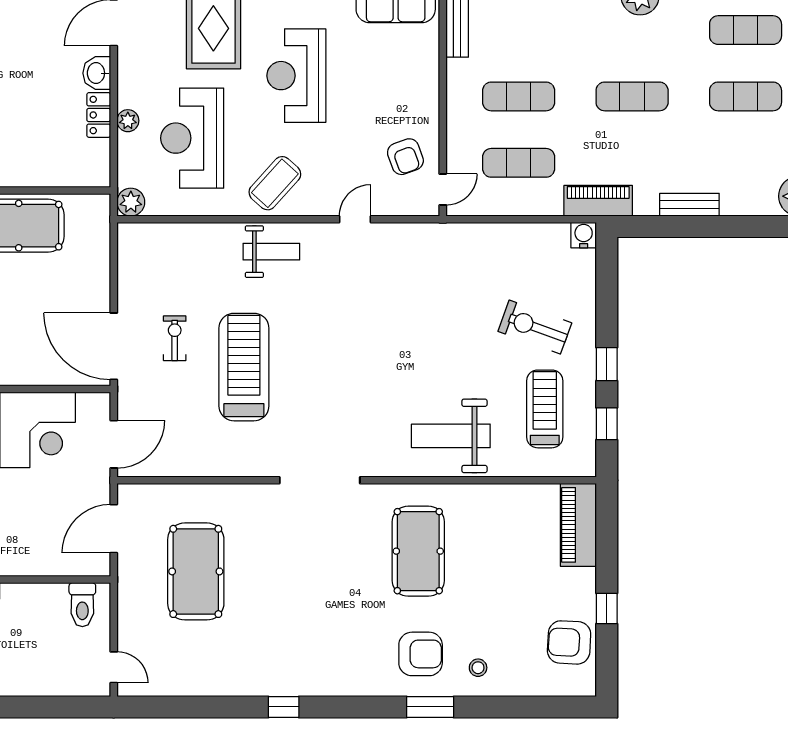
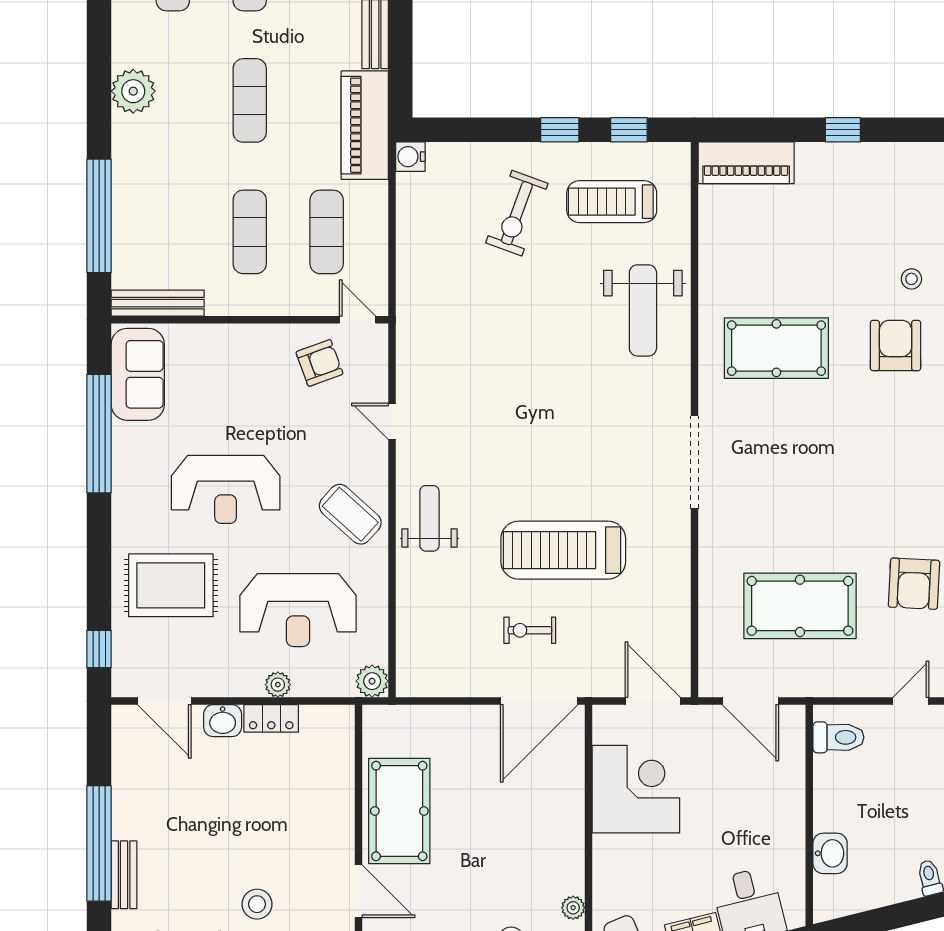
piano: (598, 201) -> (365, 125), width x1.37, depth x1.33
armchair: (569, 642) -> (914, 584), moved

